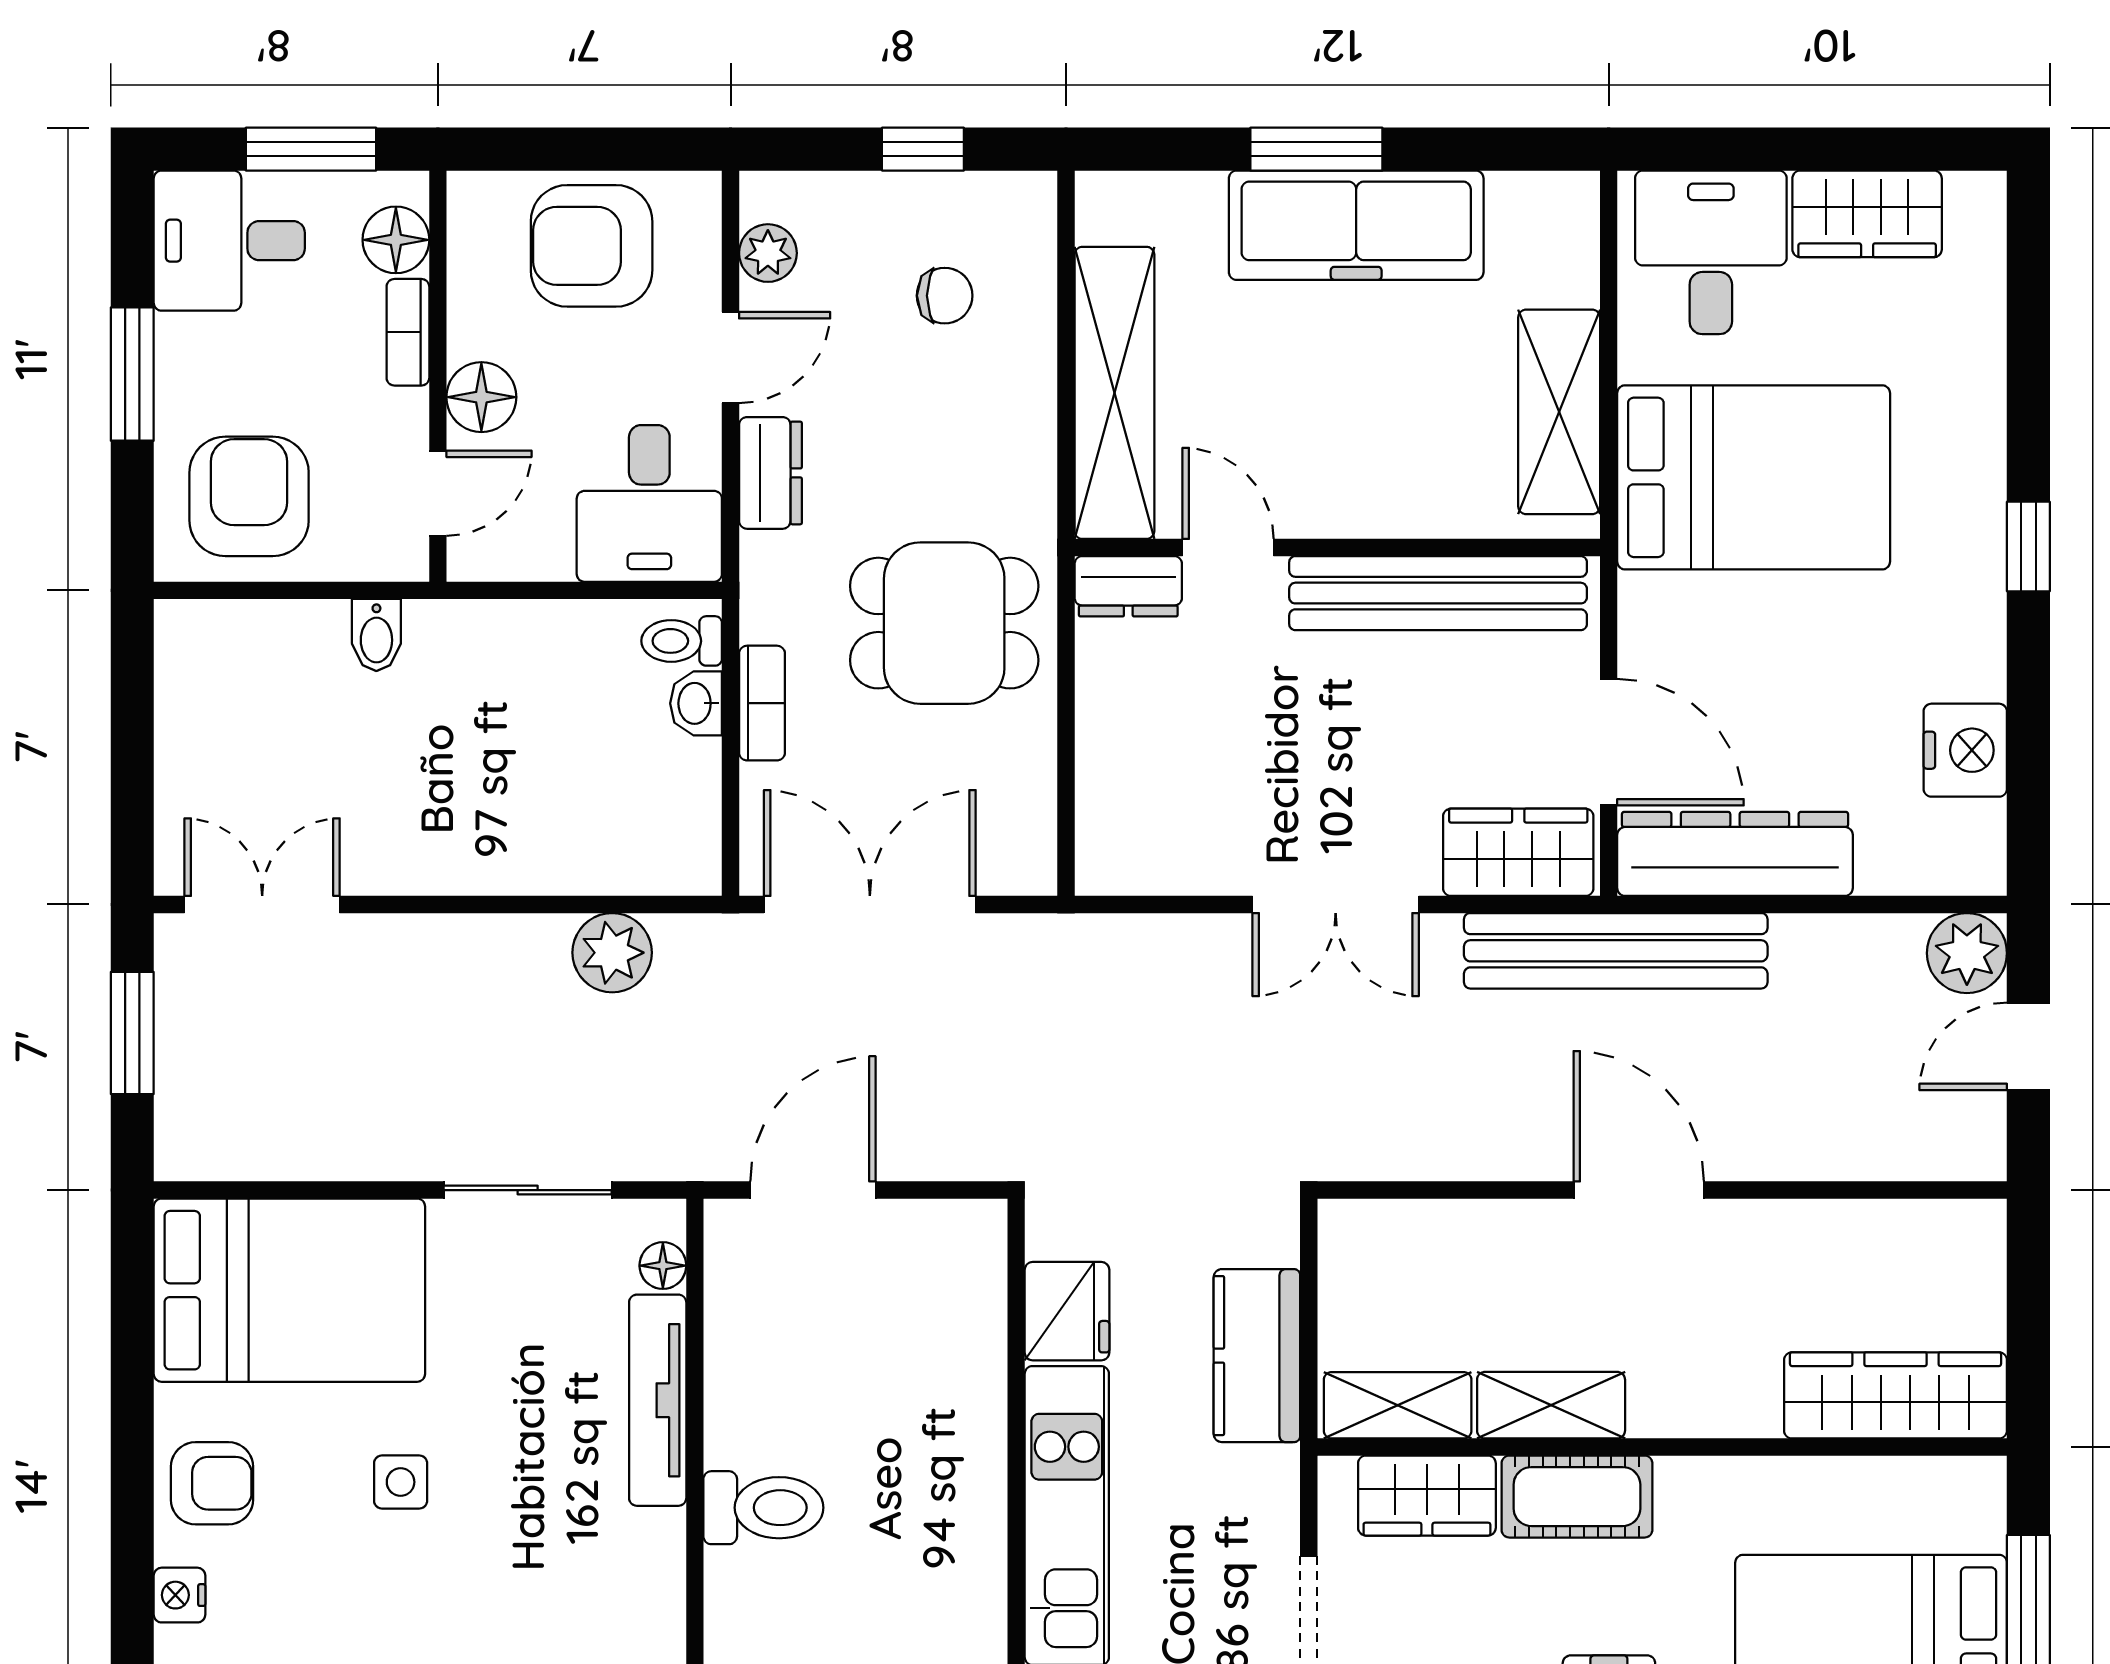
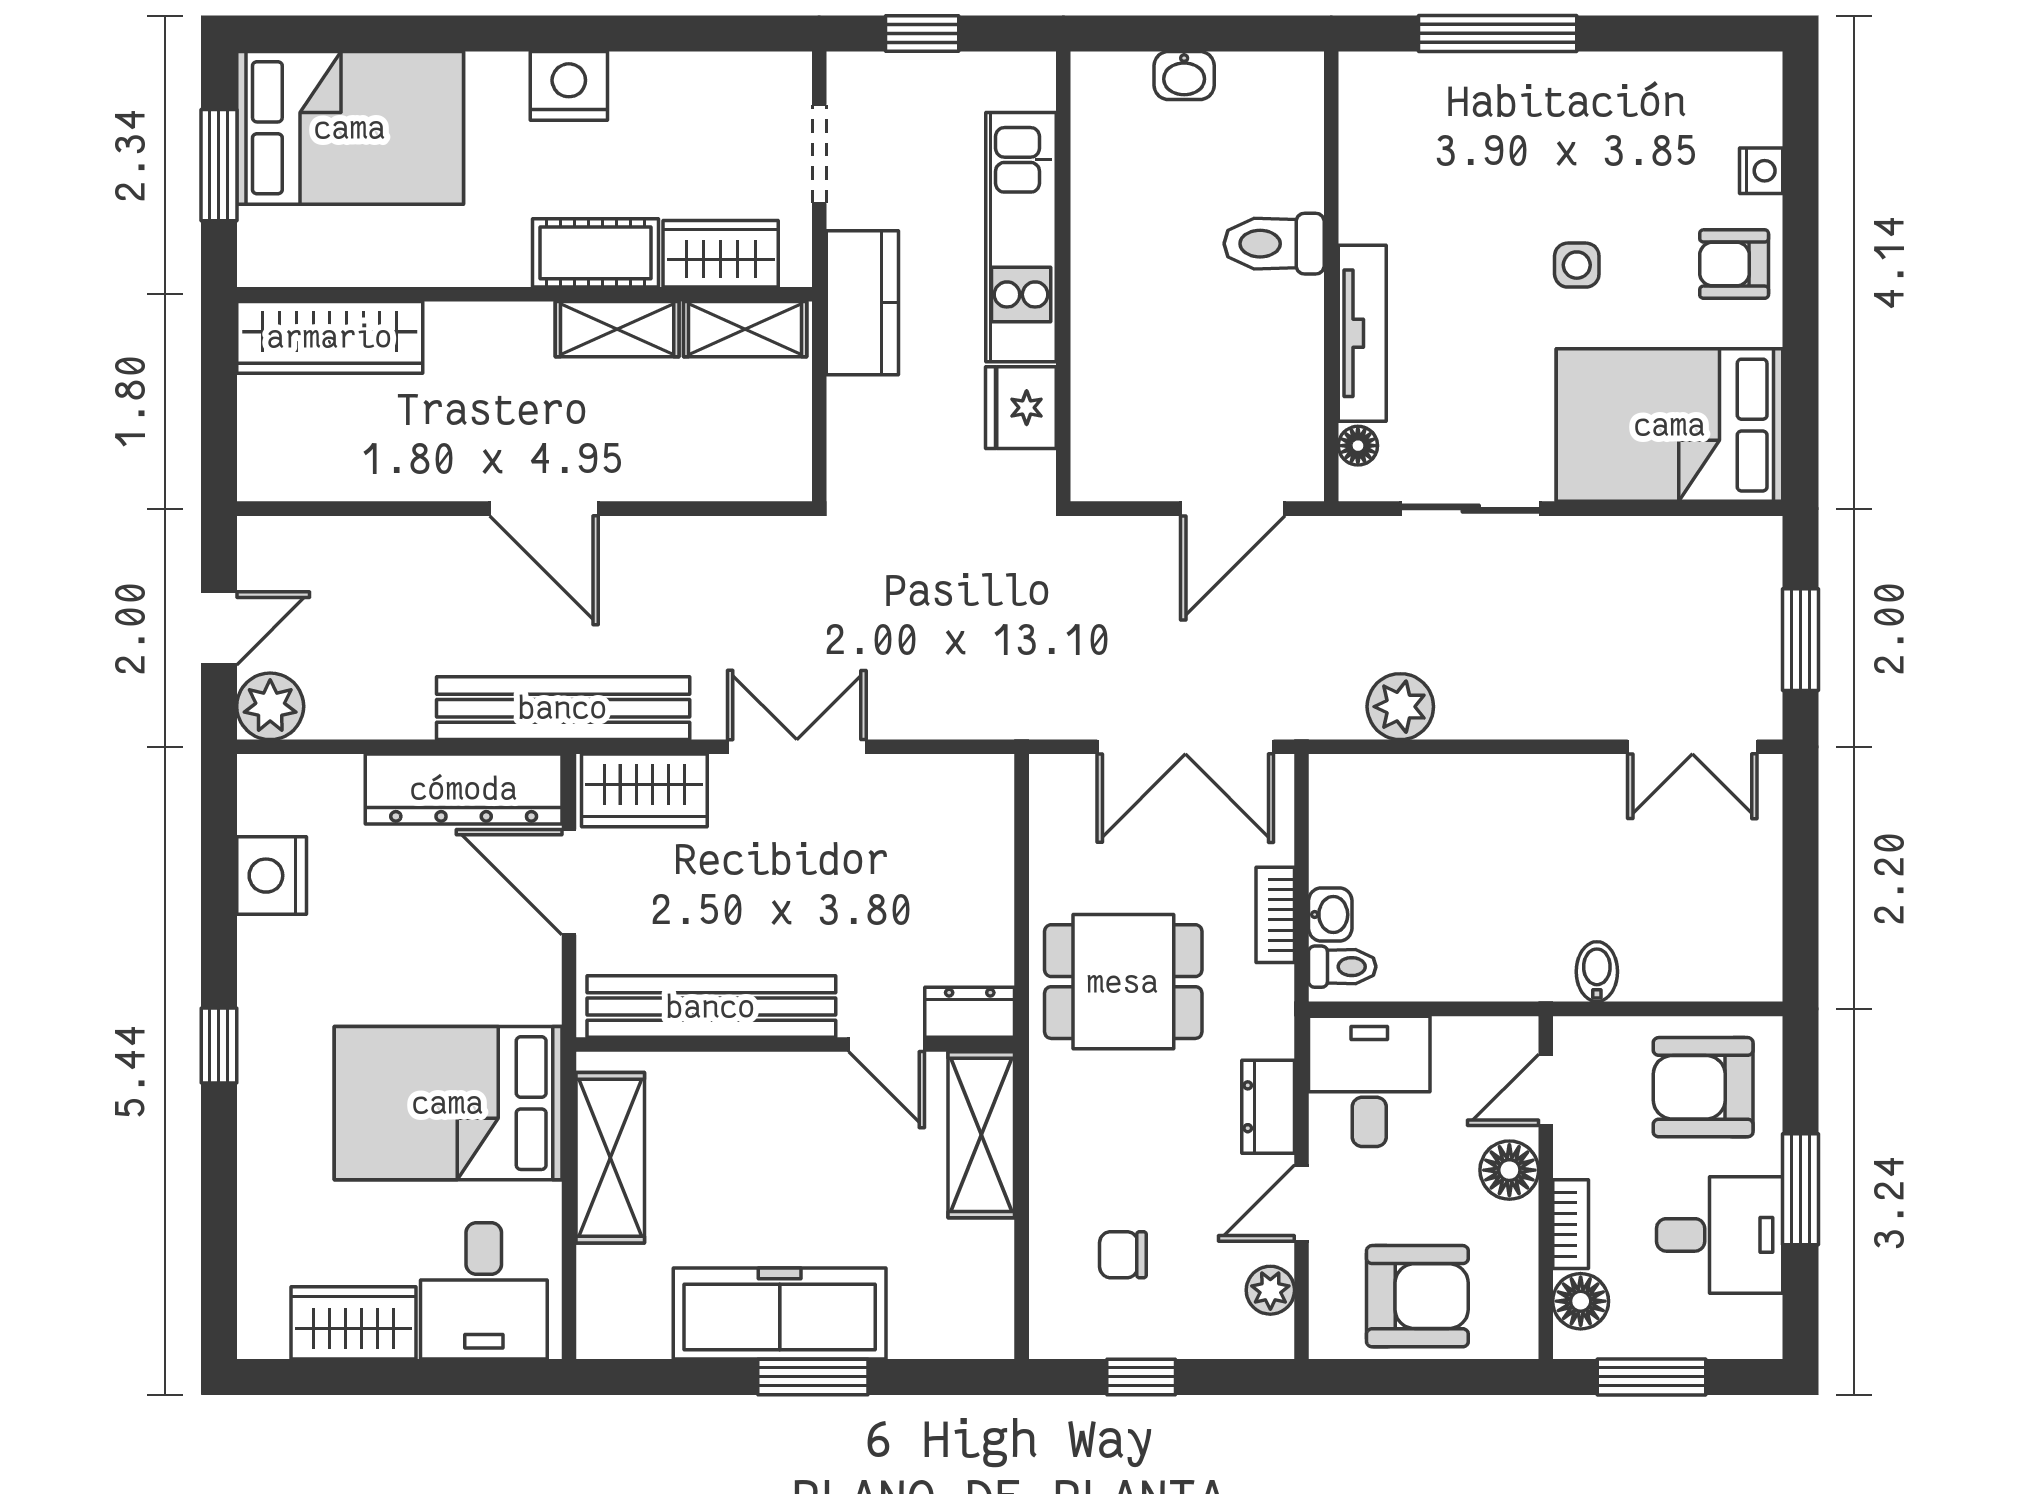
desk: (229, 241) -> (1720, 1235), moved
shelving: (1114, 393) -> (981, 1135), width x0.68
armchair: (249, 496) -> (1703, 1087), turned 90
kitchen counter: (1257, 1356) -> (862, 303), moved

